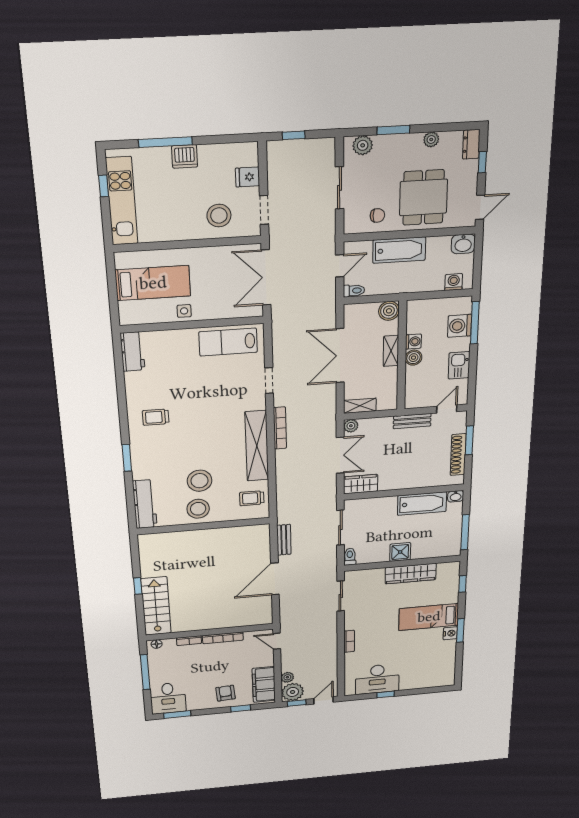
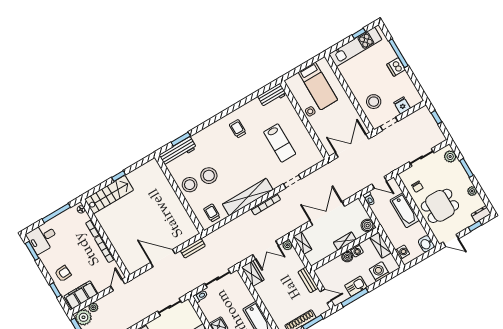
shelving: (426, 307) -> (380, 245), added
window: (475, 323) -> (355, 298), moved
lab bench: (228, 342) -> (280, 143), moved, turned 180
window: (127, 458) -> (181, 139), moved

